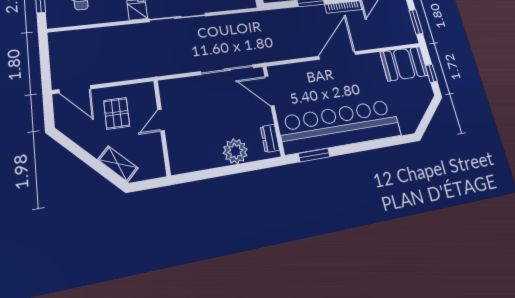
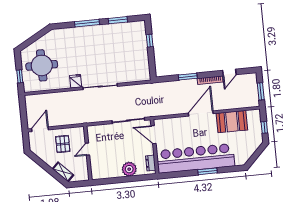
booth: (404, 64) -> (232, 122), moved
door: (75, 89) -> (40, 129), swing flipped
window: (314, 155) -> (207, 171), moved

